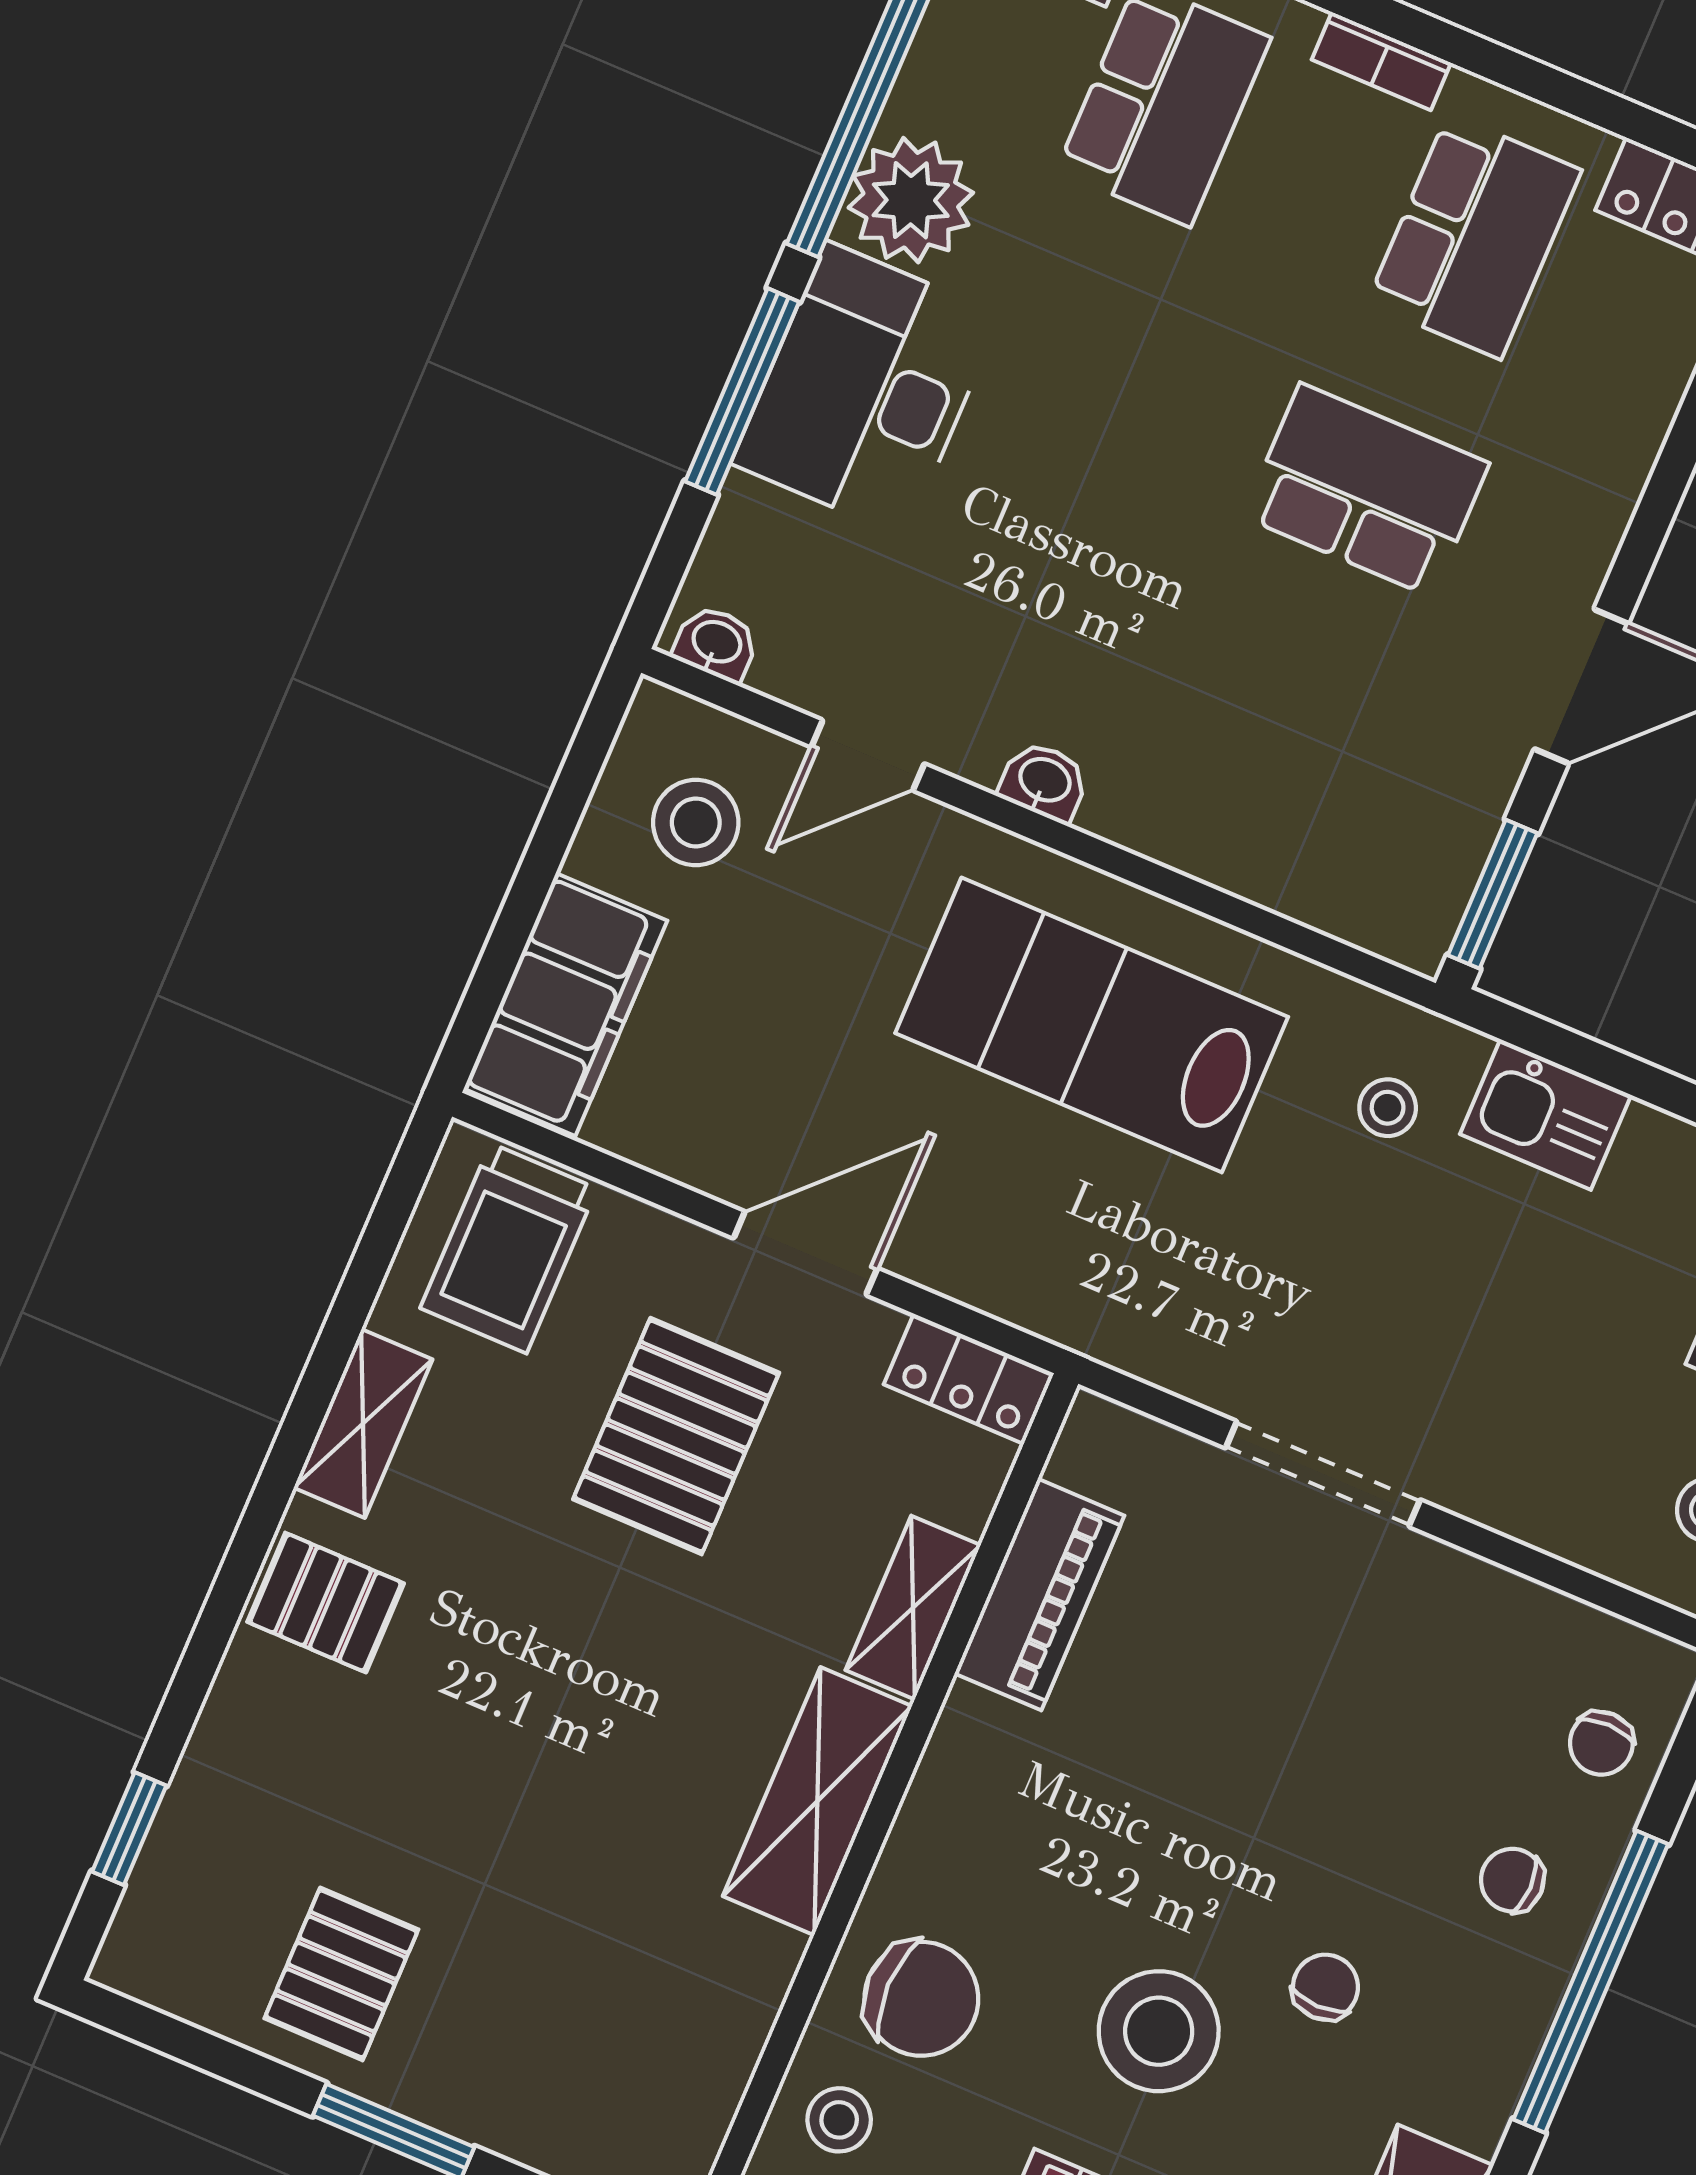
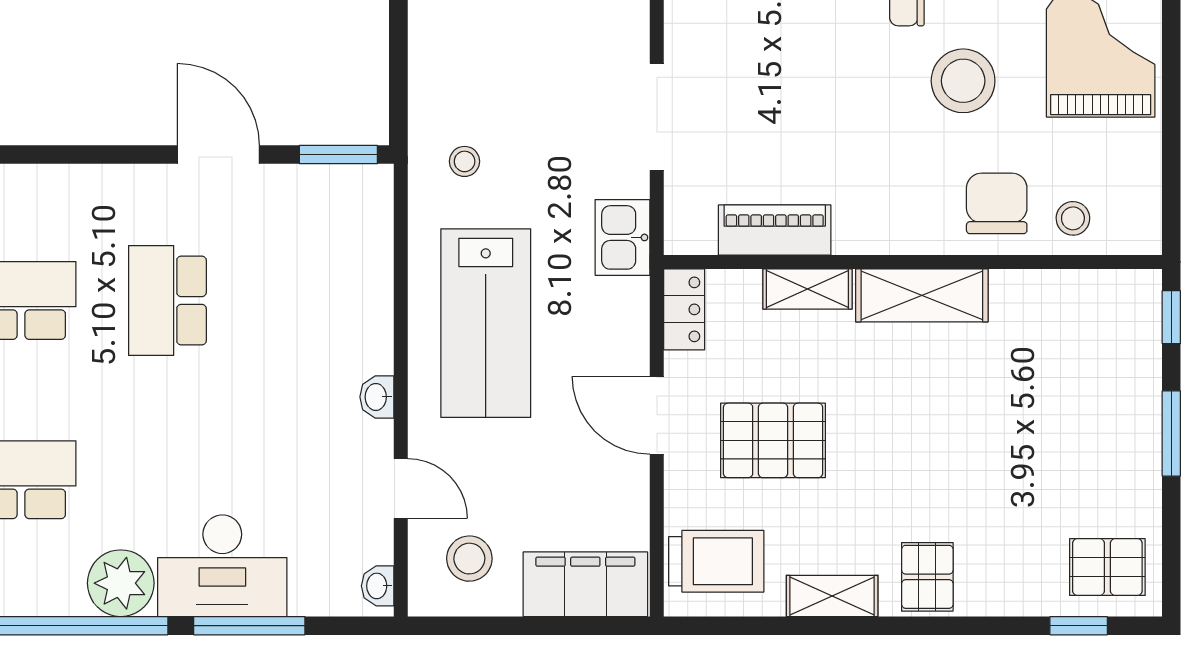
kitchen sink: (1546, 1115) -> (623, 237), moved, turned 180
pallet: (341, 1974) -> (1107, 567), moved

